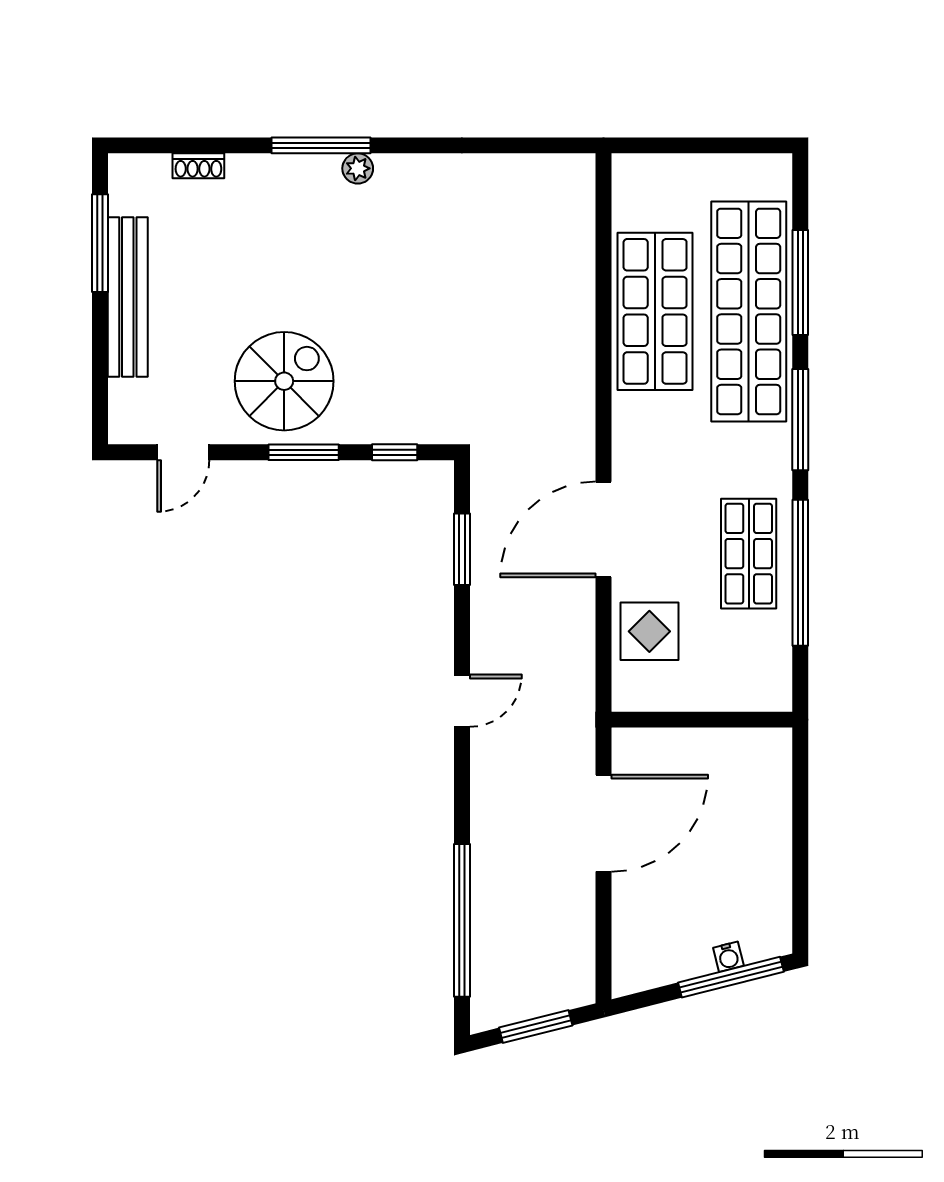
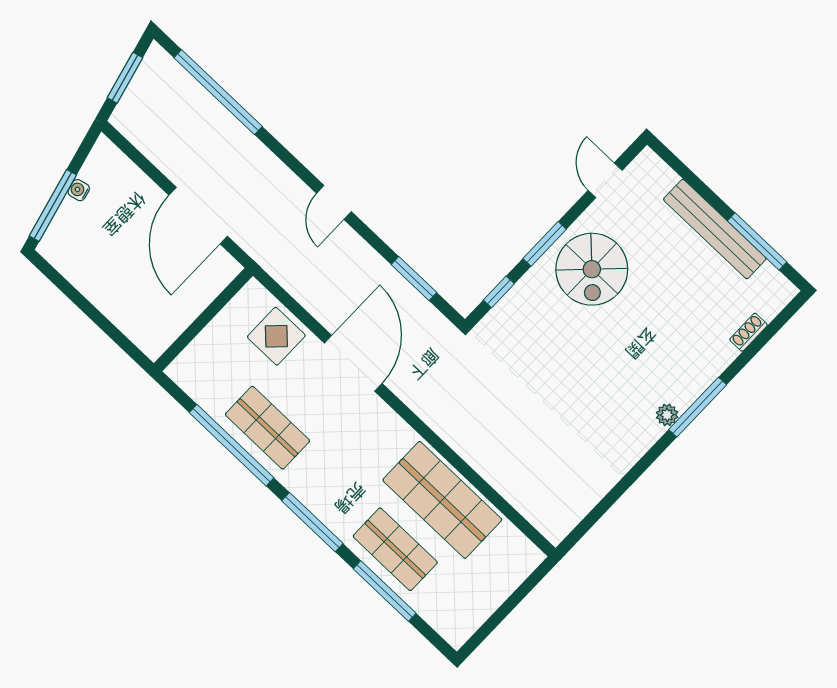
shop shelf: (749, 311) -> (395, 549), width x0.50, depth x0.74
water cooler: (728, 957) -> (79, 190), moved

